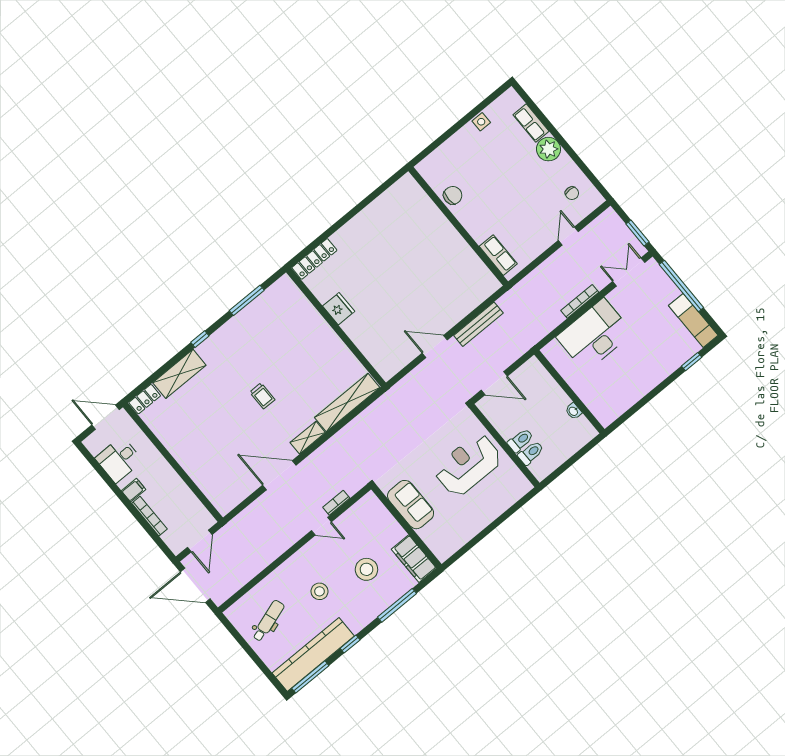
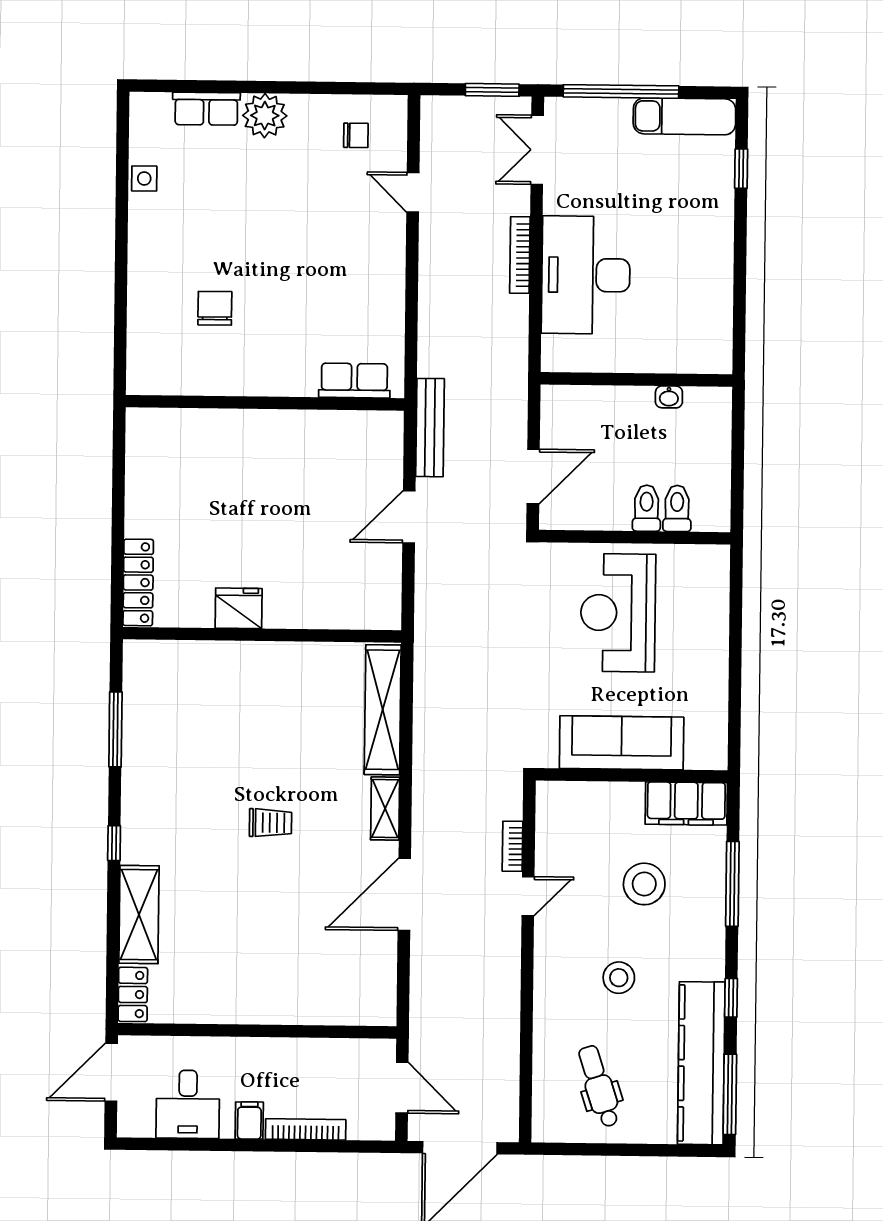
wall: (458, 226) -> (265, 403), moved
row of seats: (498, 255) -> (354, 381), moved
sofa: (411, 505) -> (622, 743), width x1.36

